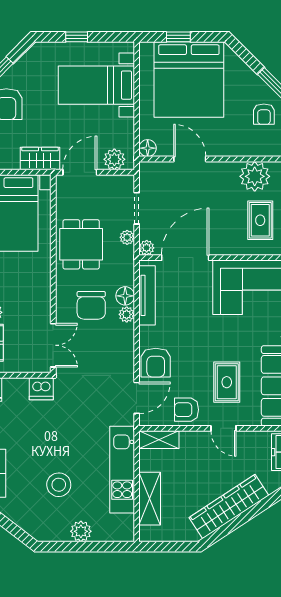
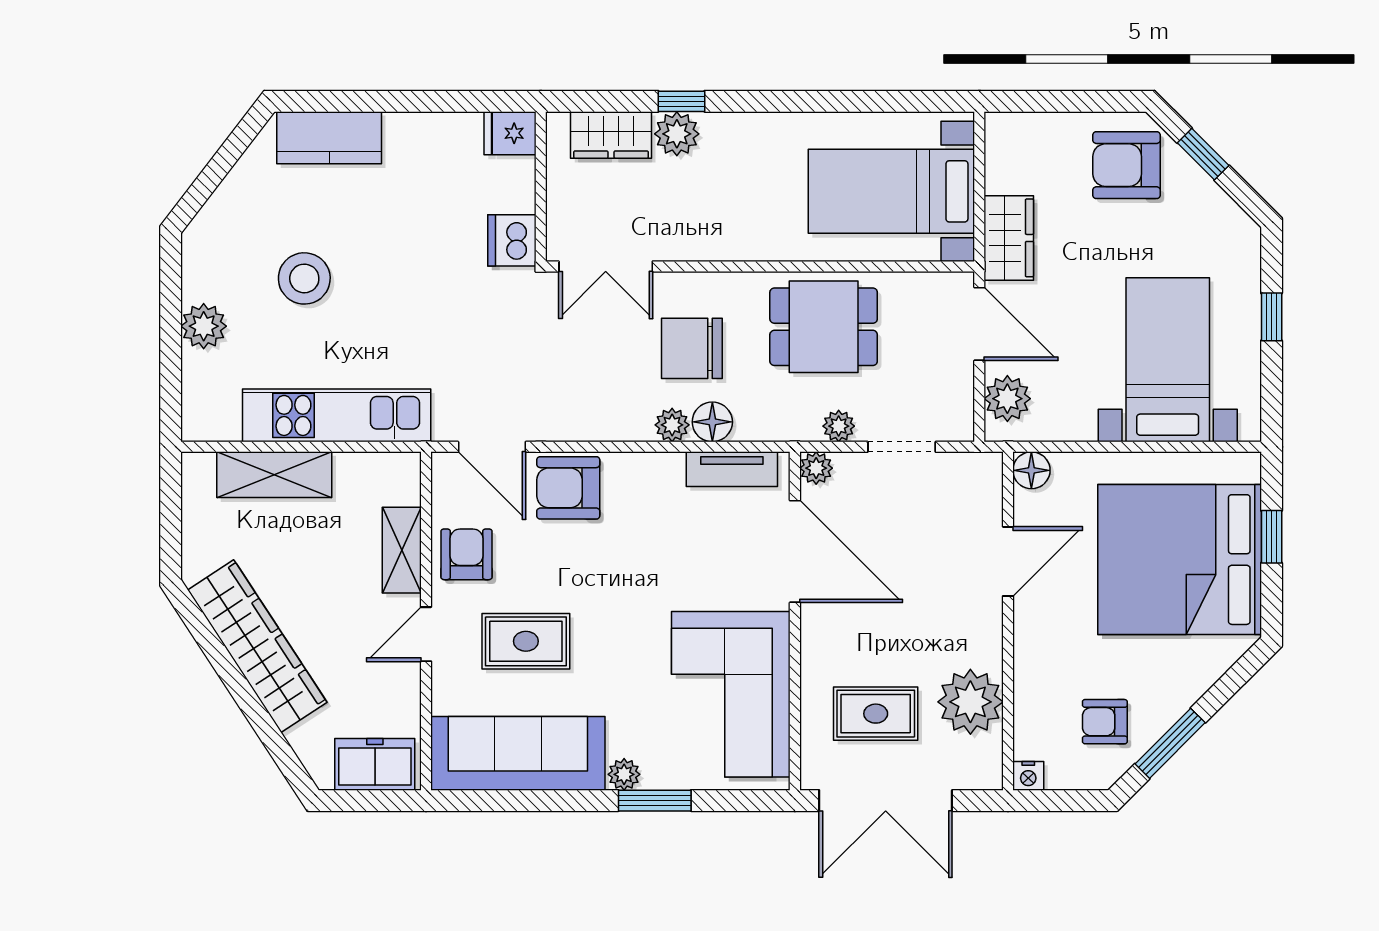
tv unit: (147, 295) -> (732, 469), width x0.71
shelving: (159, 440) -> (402, 550), moved

